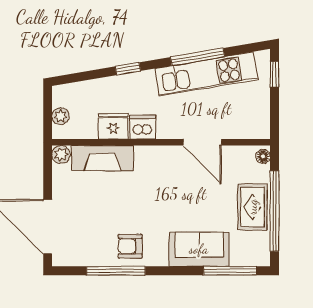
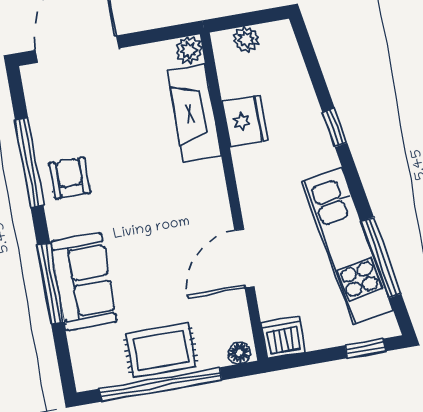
window: (198, 57) -> (381, 258), moved
dishwasher: (143, 127) -> (283, 338), moved, turned -90
window: (230, 271) -> (51, 284), moved

